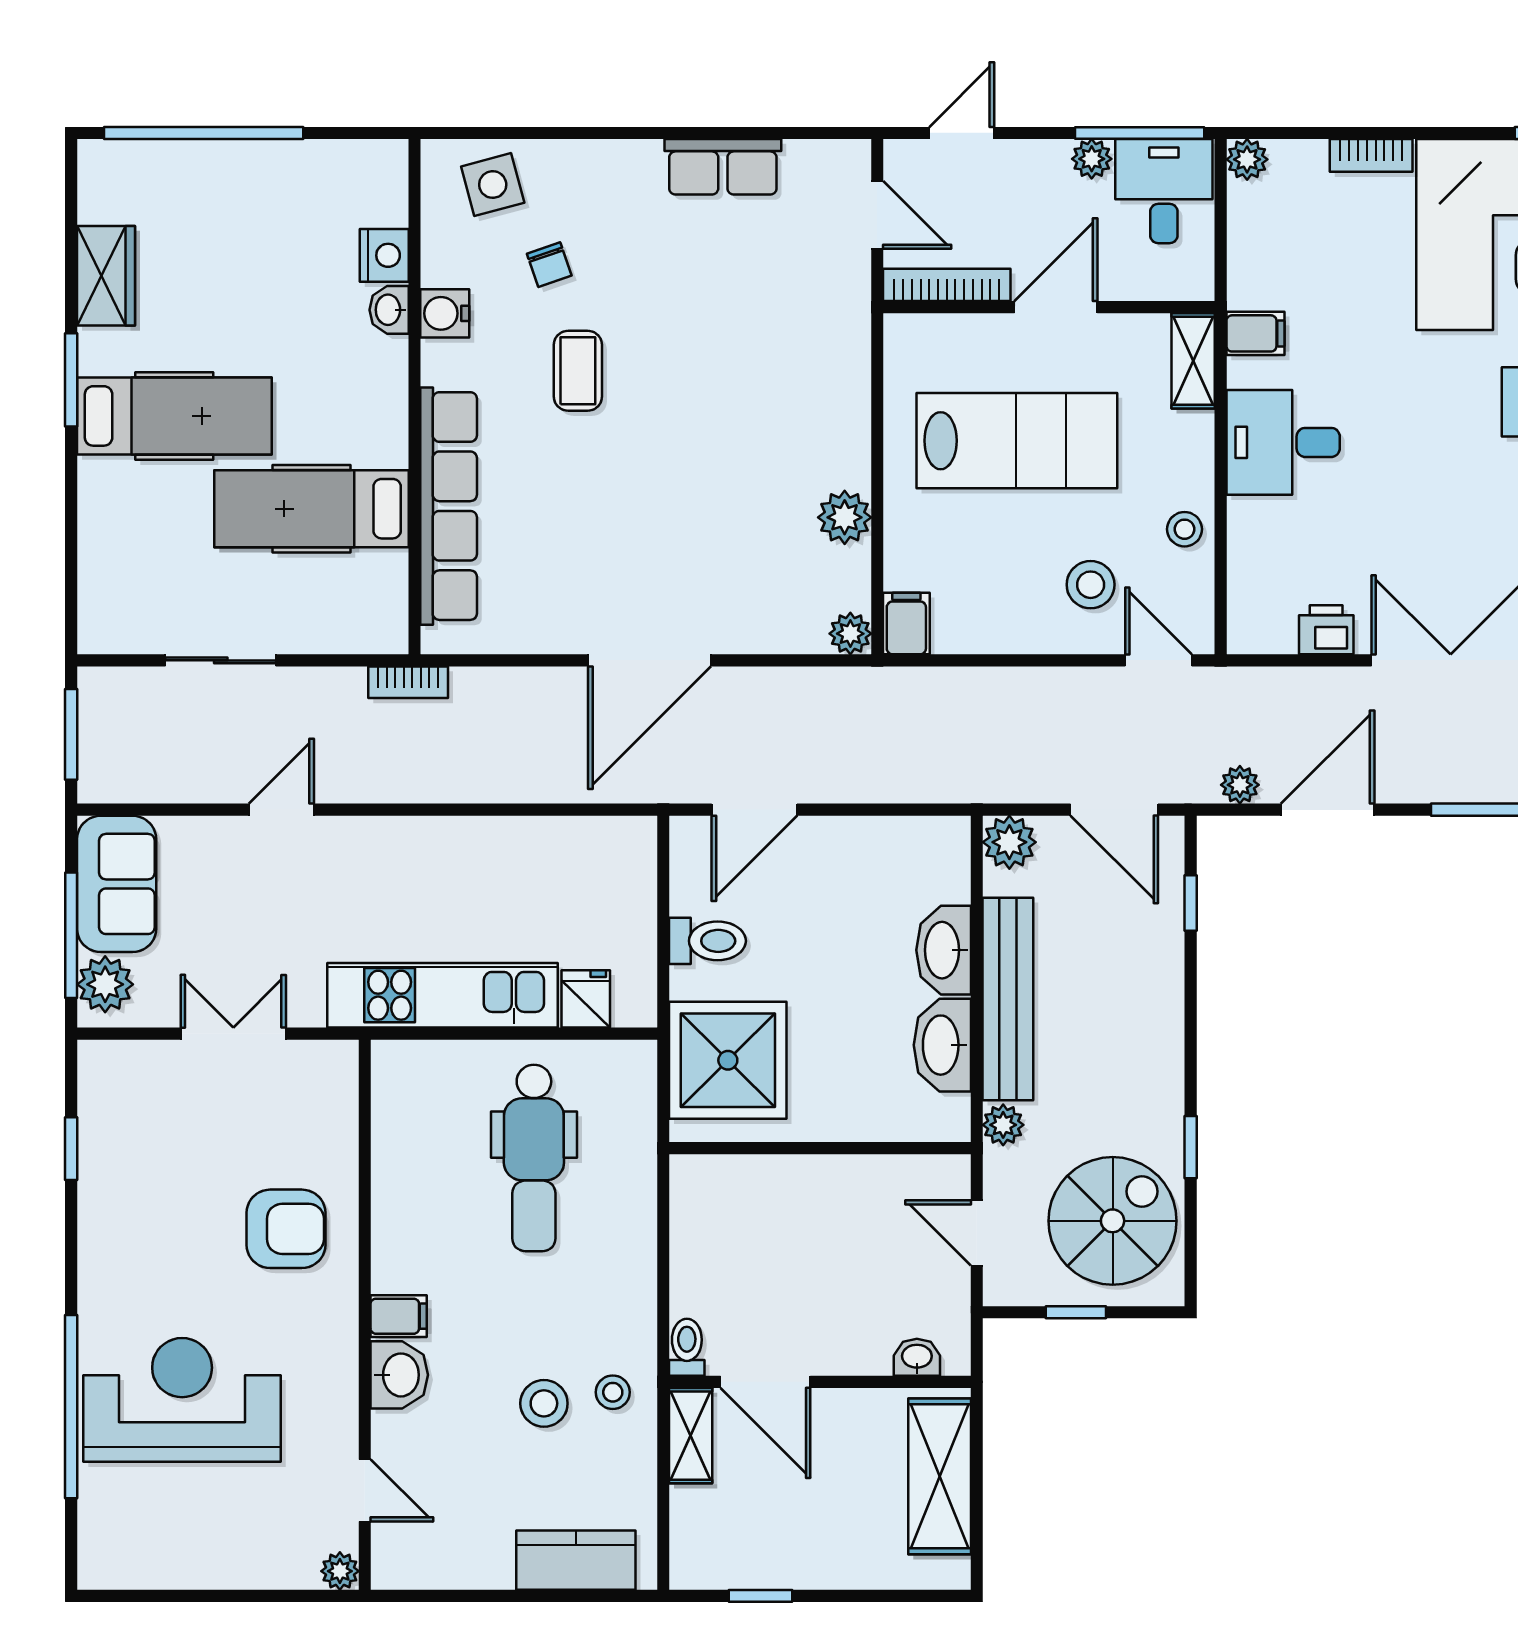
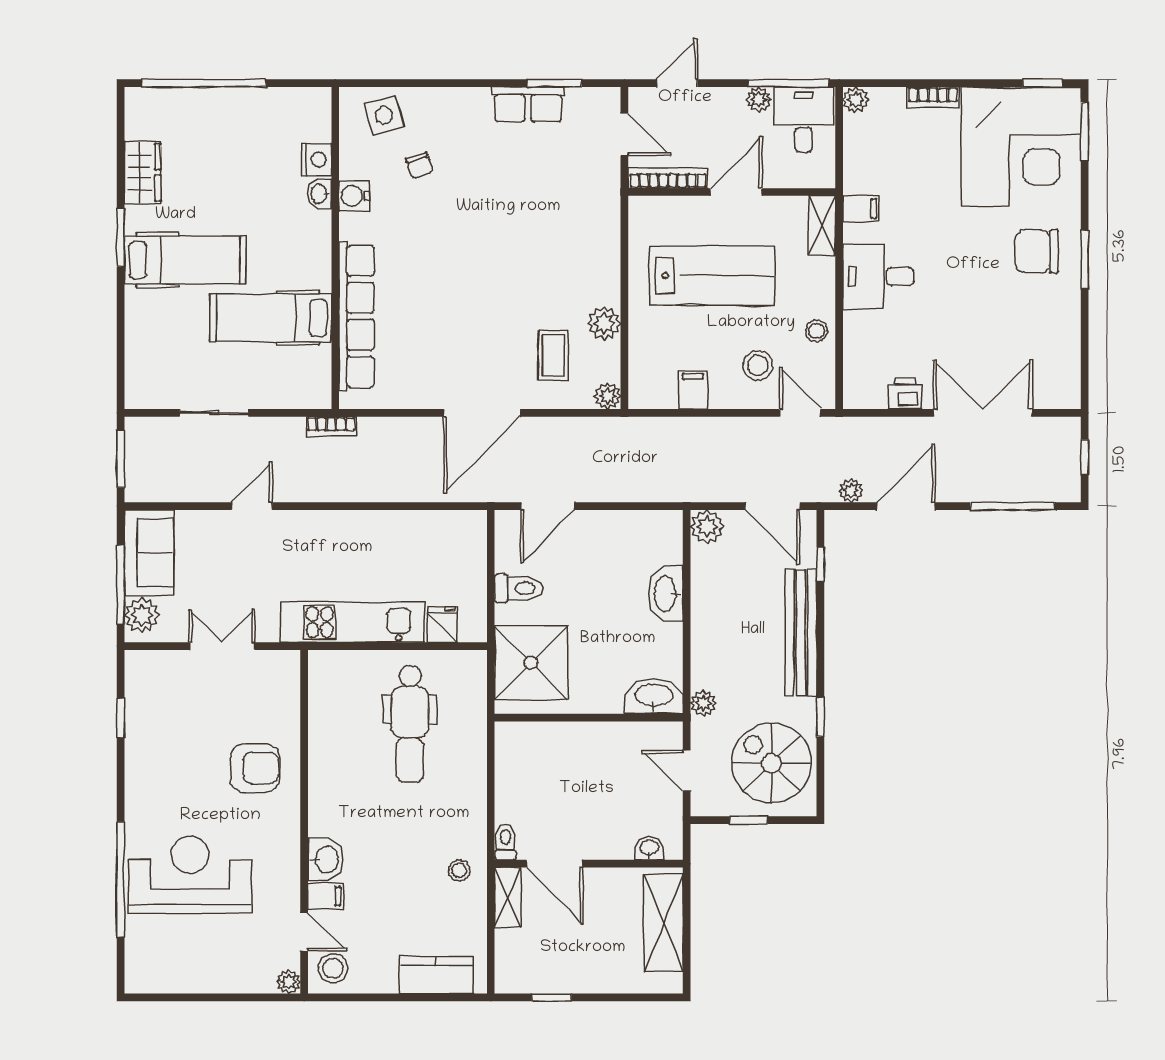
window: (765, 133) -> (555, 83), added
coffee table: (578, 371) -> (553, 356), moved
filing cabinet: (906, 624) -> (693, 390), moved
bench: (1008, 999) -> (801, 633), moved
washbasin: (942, 1045) -> (654, 696), moved, turned 90
spiral stairs: (1113, 1221) -> (772, 763), turned -90
filing cabinet: (399, 1316) -> (325, 896), moved
stool: (544, 1403) -> (333, 968), moved

